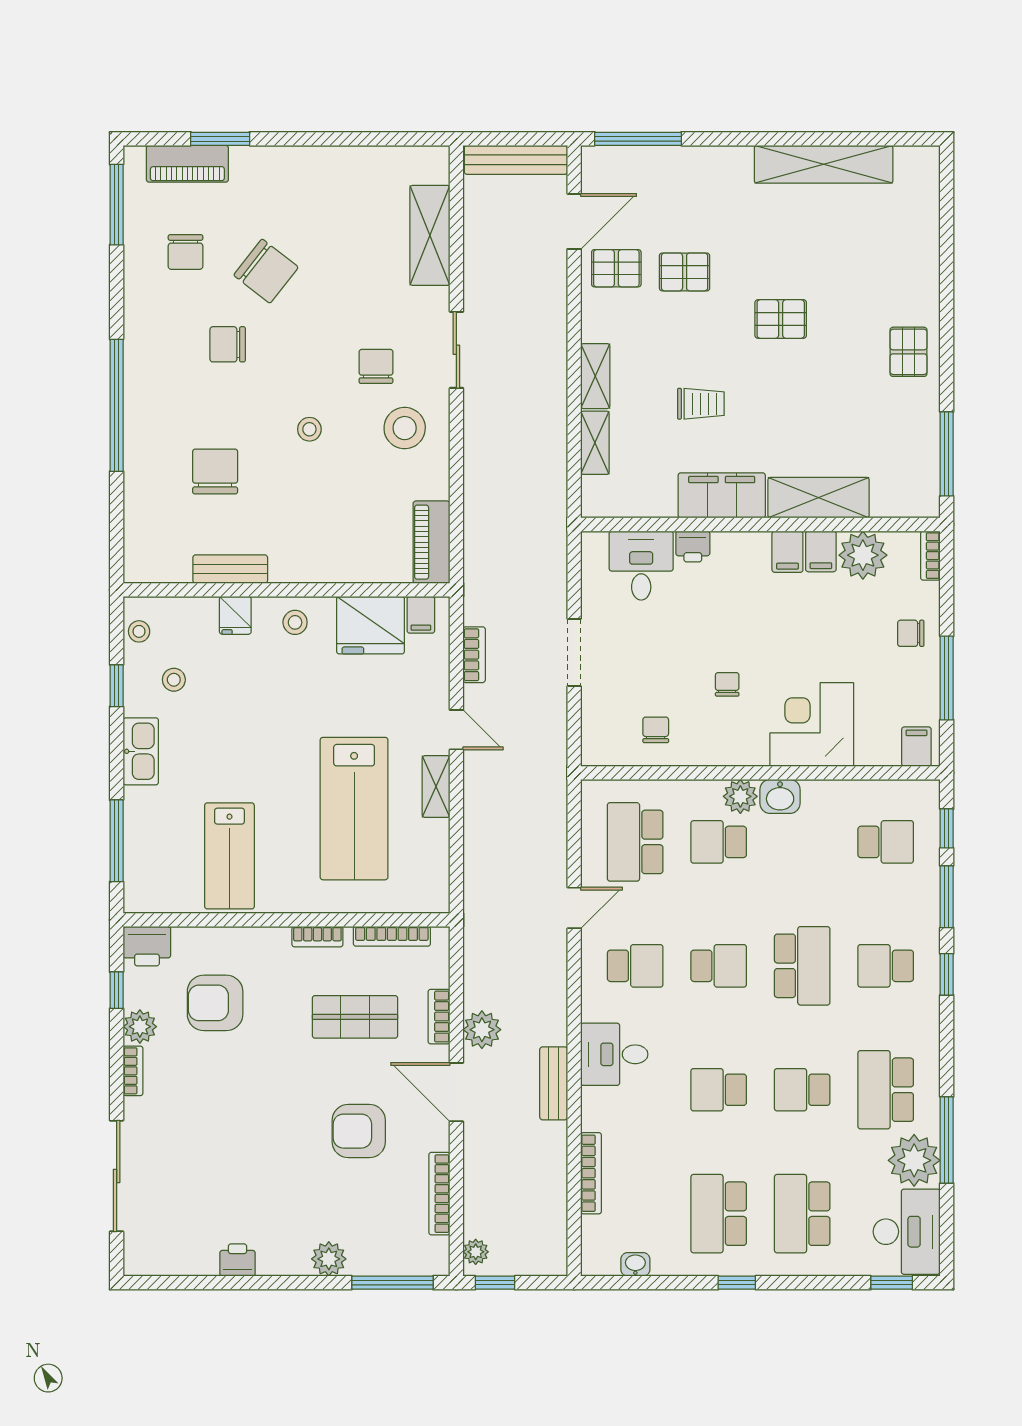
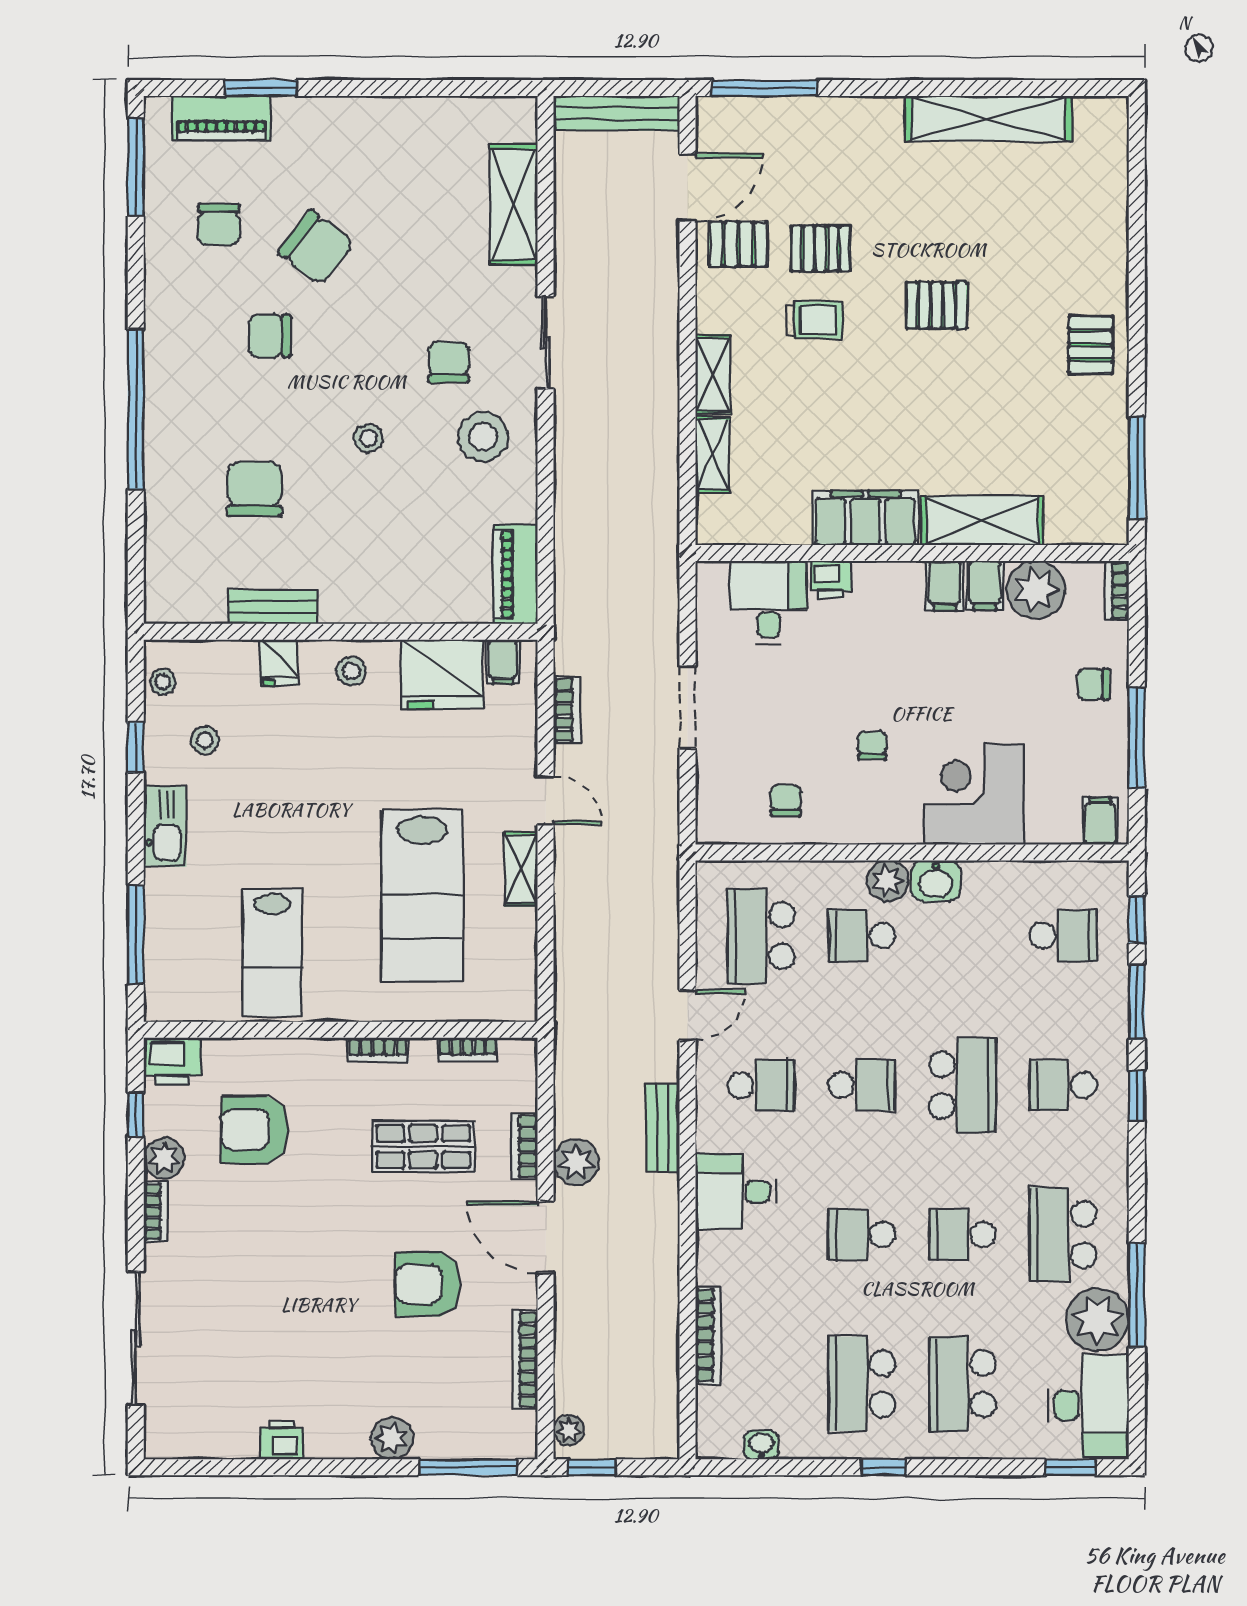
trolley: (701, 404) -> (814, 320), moved
bookcase: (392, 936) -> (468, 1050), width x0.64
bench: (554, 1083) -> (663, 1128), moved

